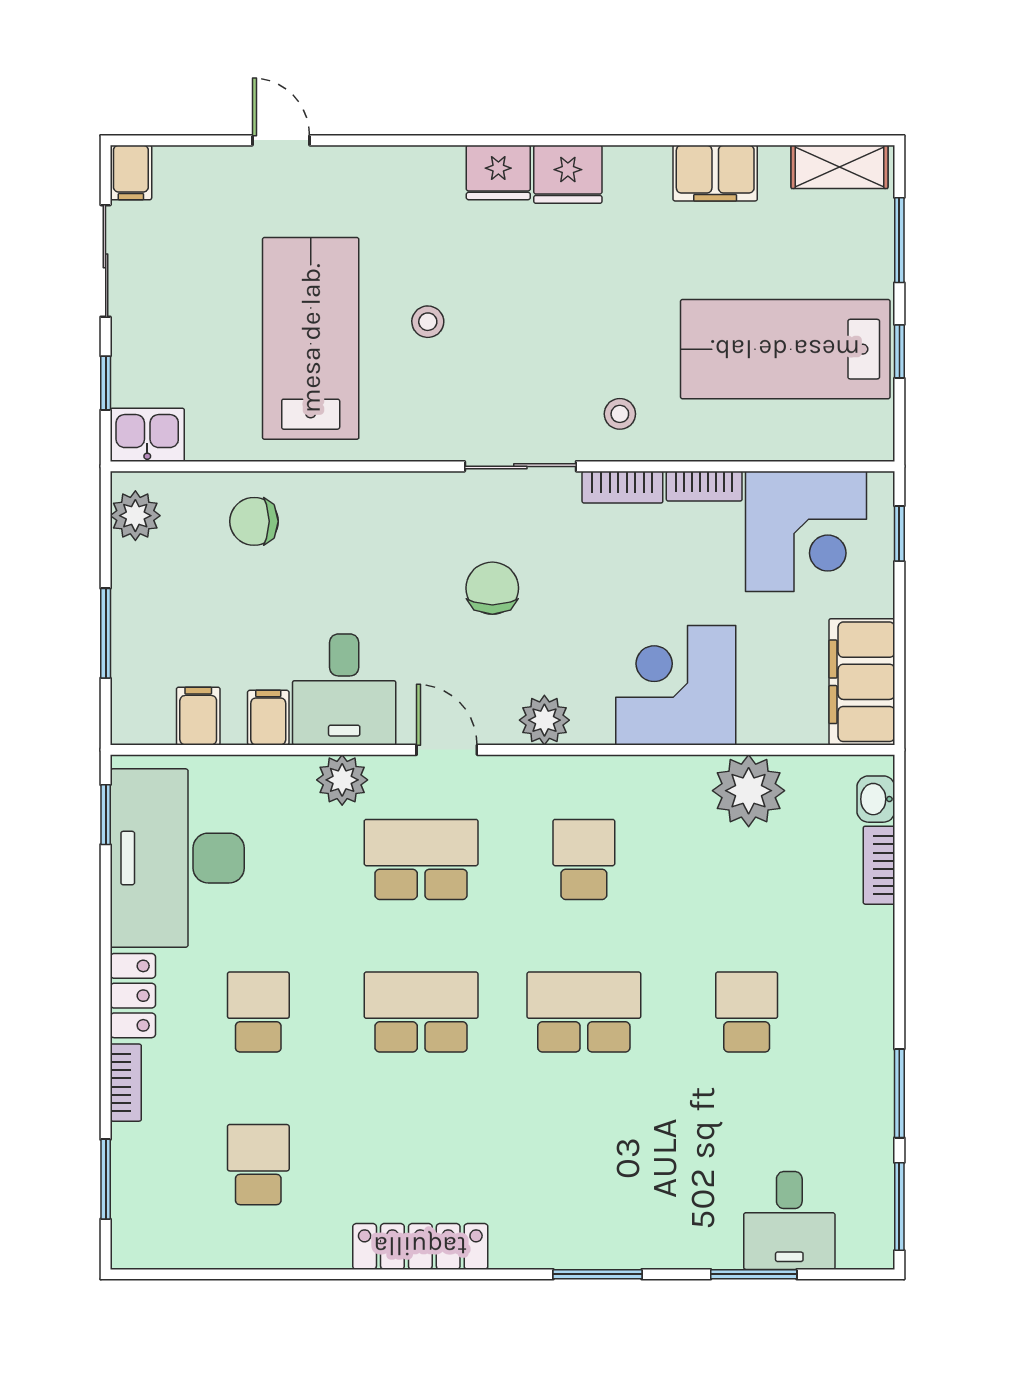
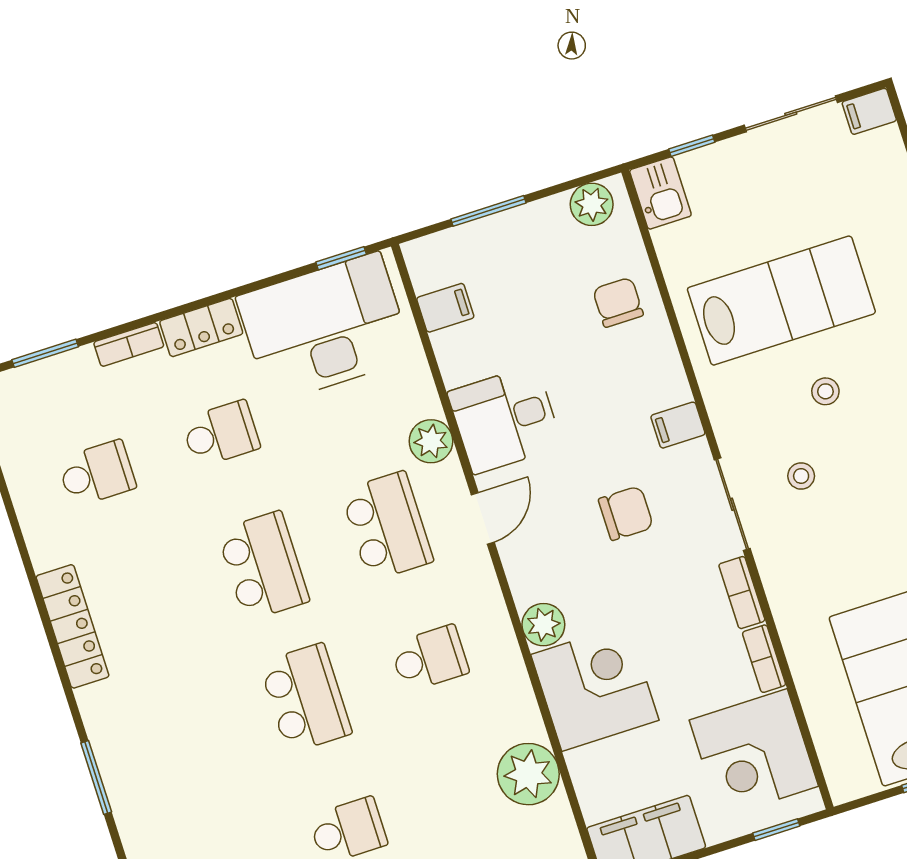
stool: (620, 414) -> (801, 476), moved
filing cabinet: (268, 718) -> (678, 425), moved, turned 180
plant: (544, 720) -> (543, 625), moved

